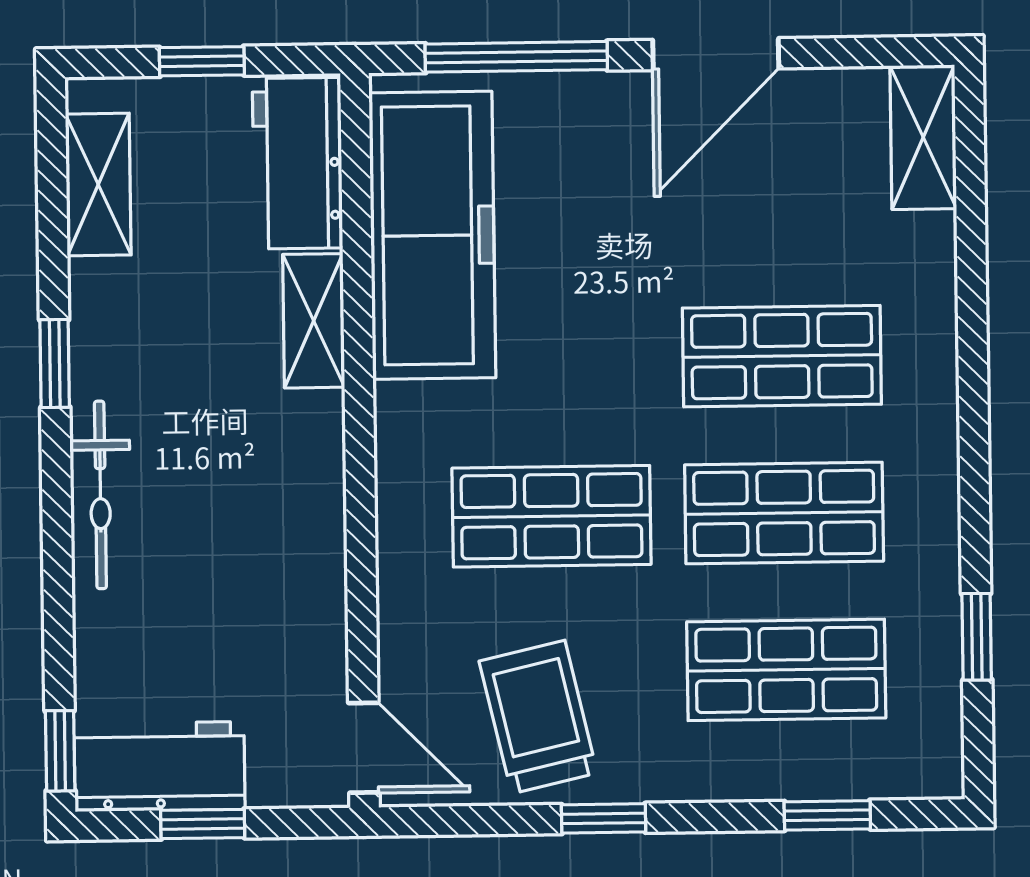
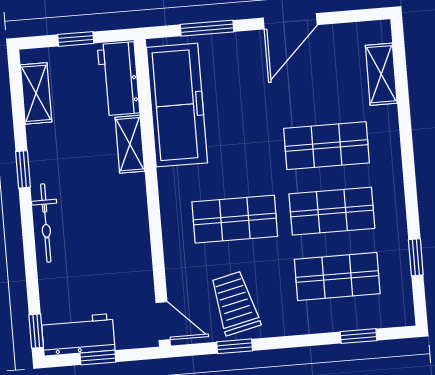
window: (516, 57) -> (207, 28), width x0.69
shelving: (923, 137) -> (381, 74), moved
window: (604, 818) -> (235, 346), moved

